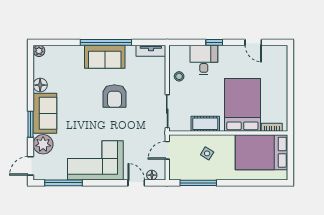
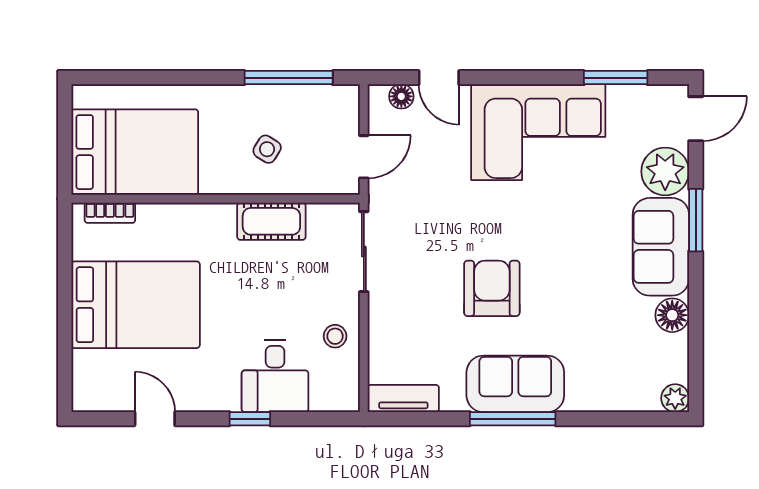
window: (106, 42) -> (513, 419), width x0.68
bed: (242, 105) -> (136, 305), moved, turned -90
window: (64, 183) -> (616, 78), width x0.69

